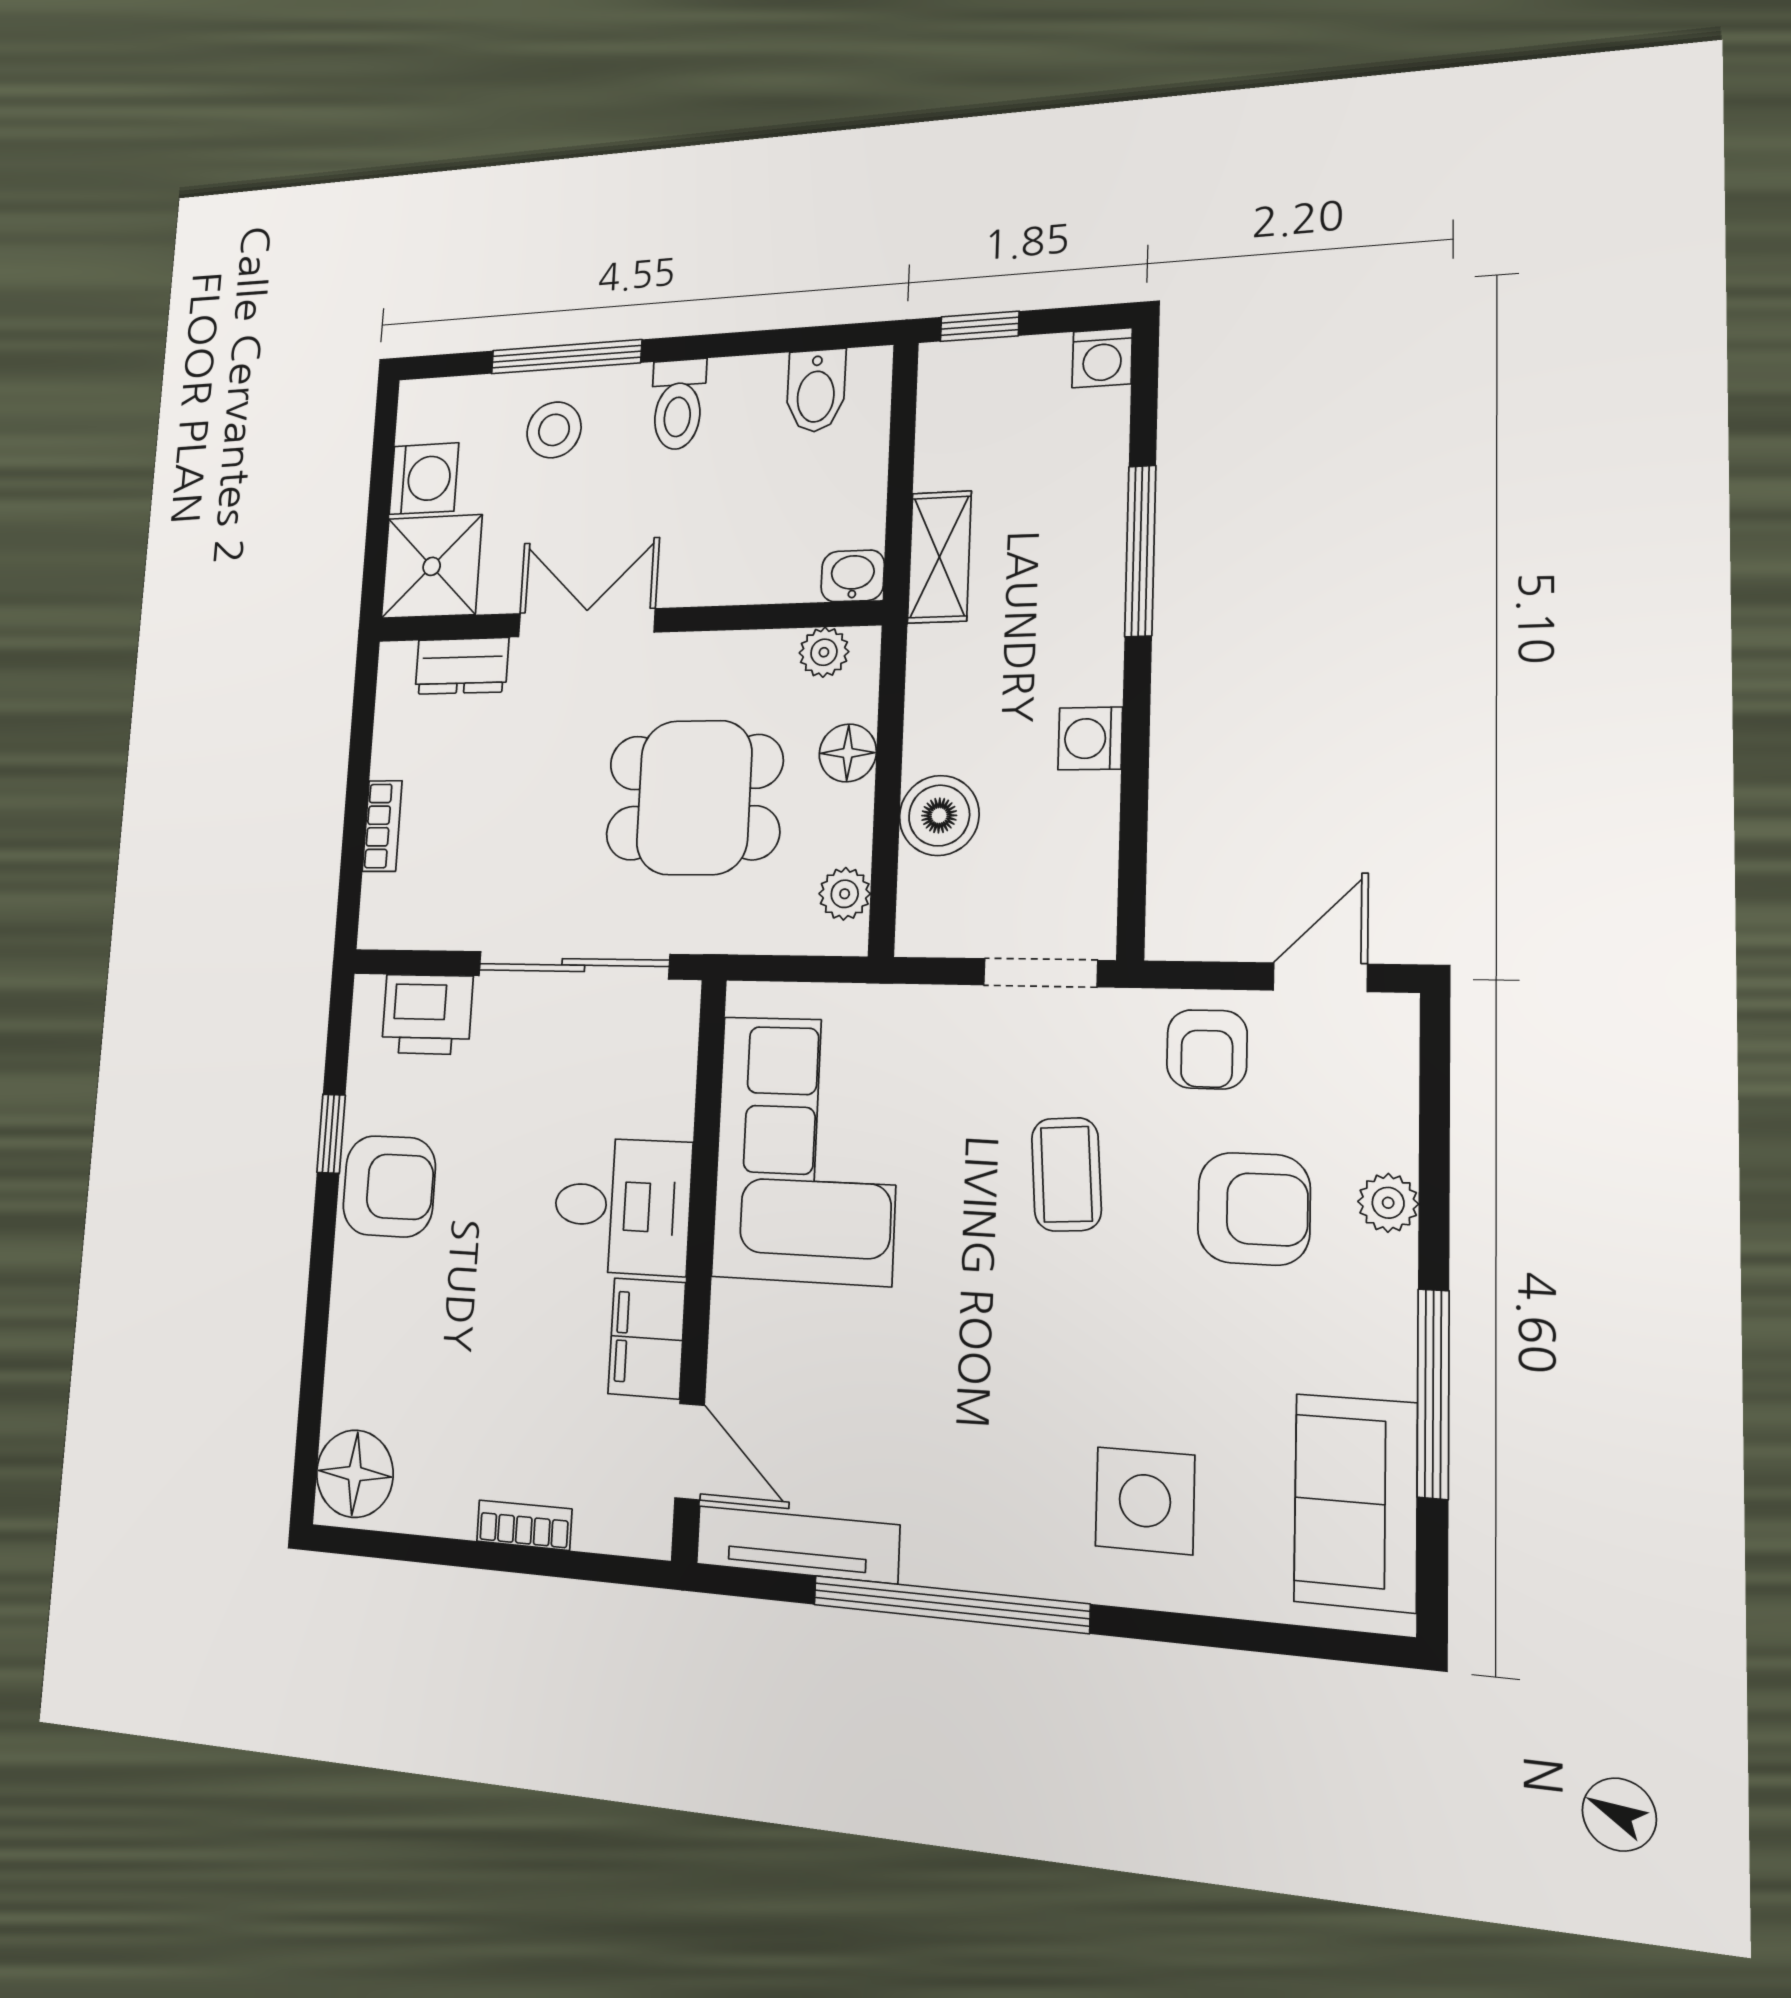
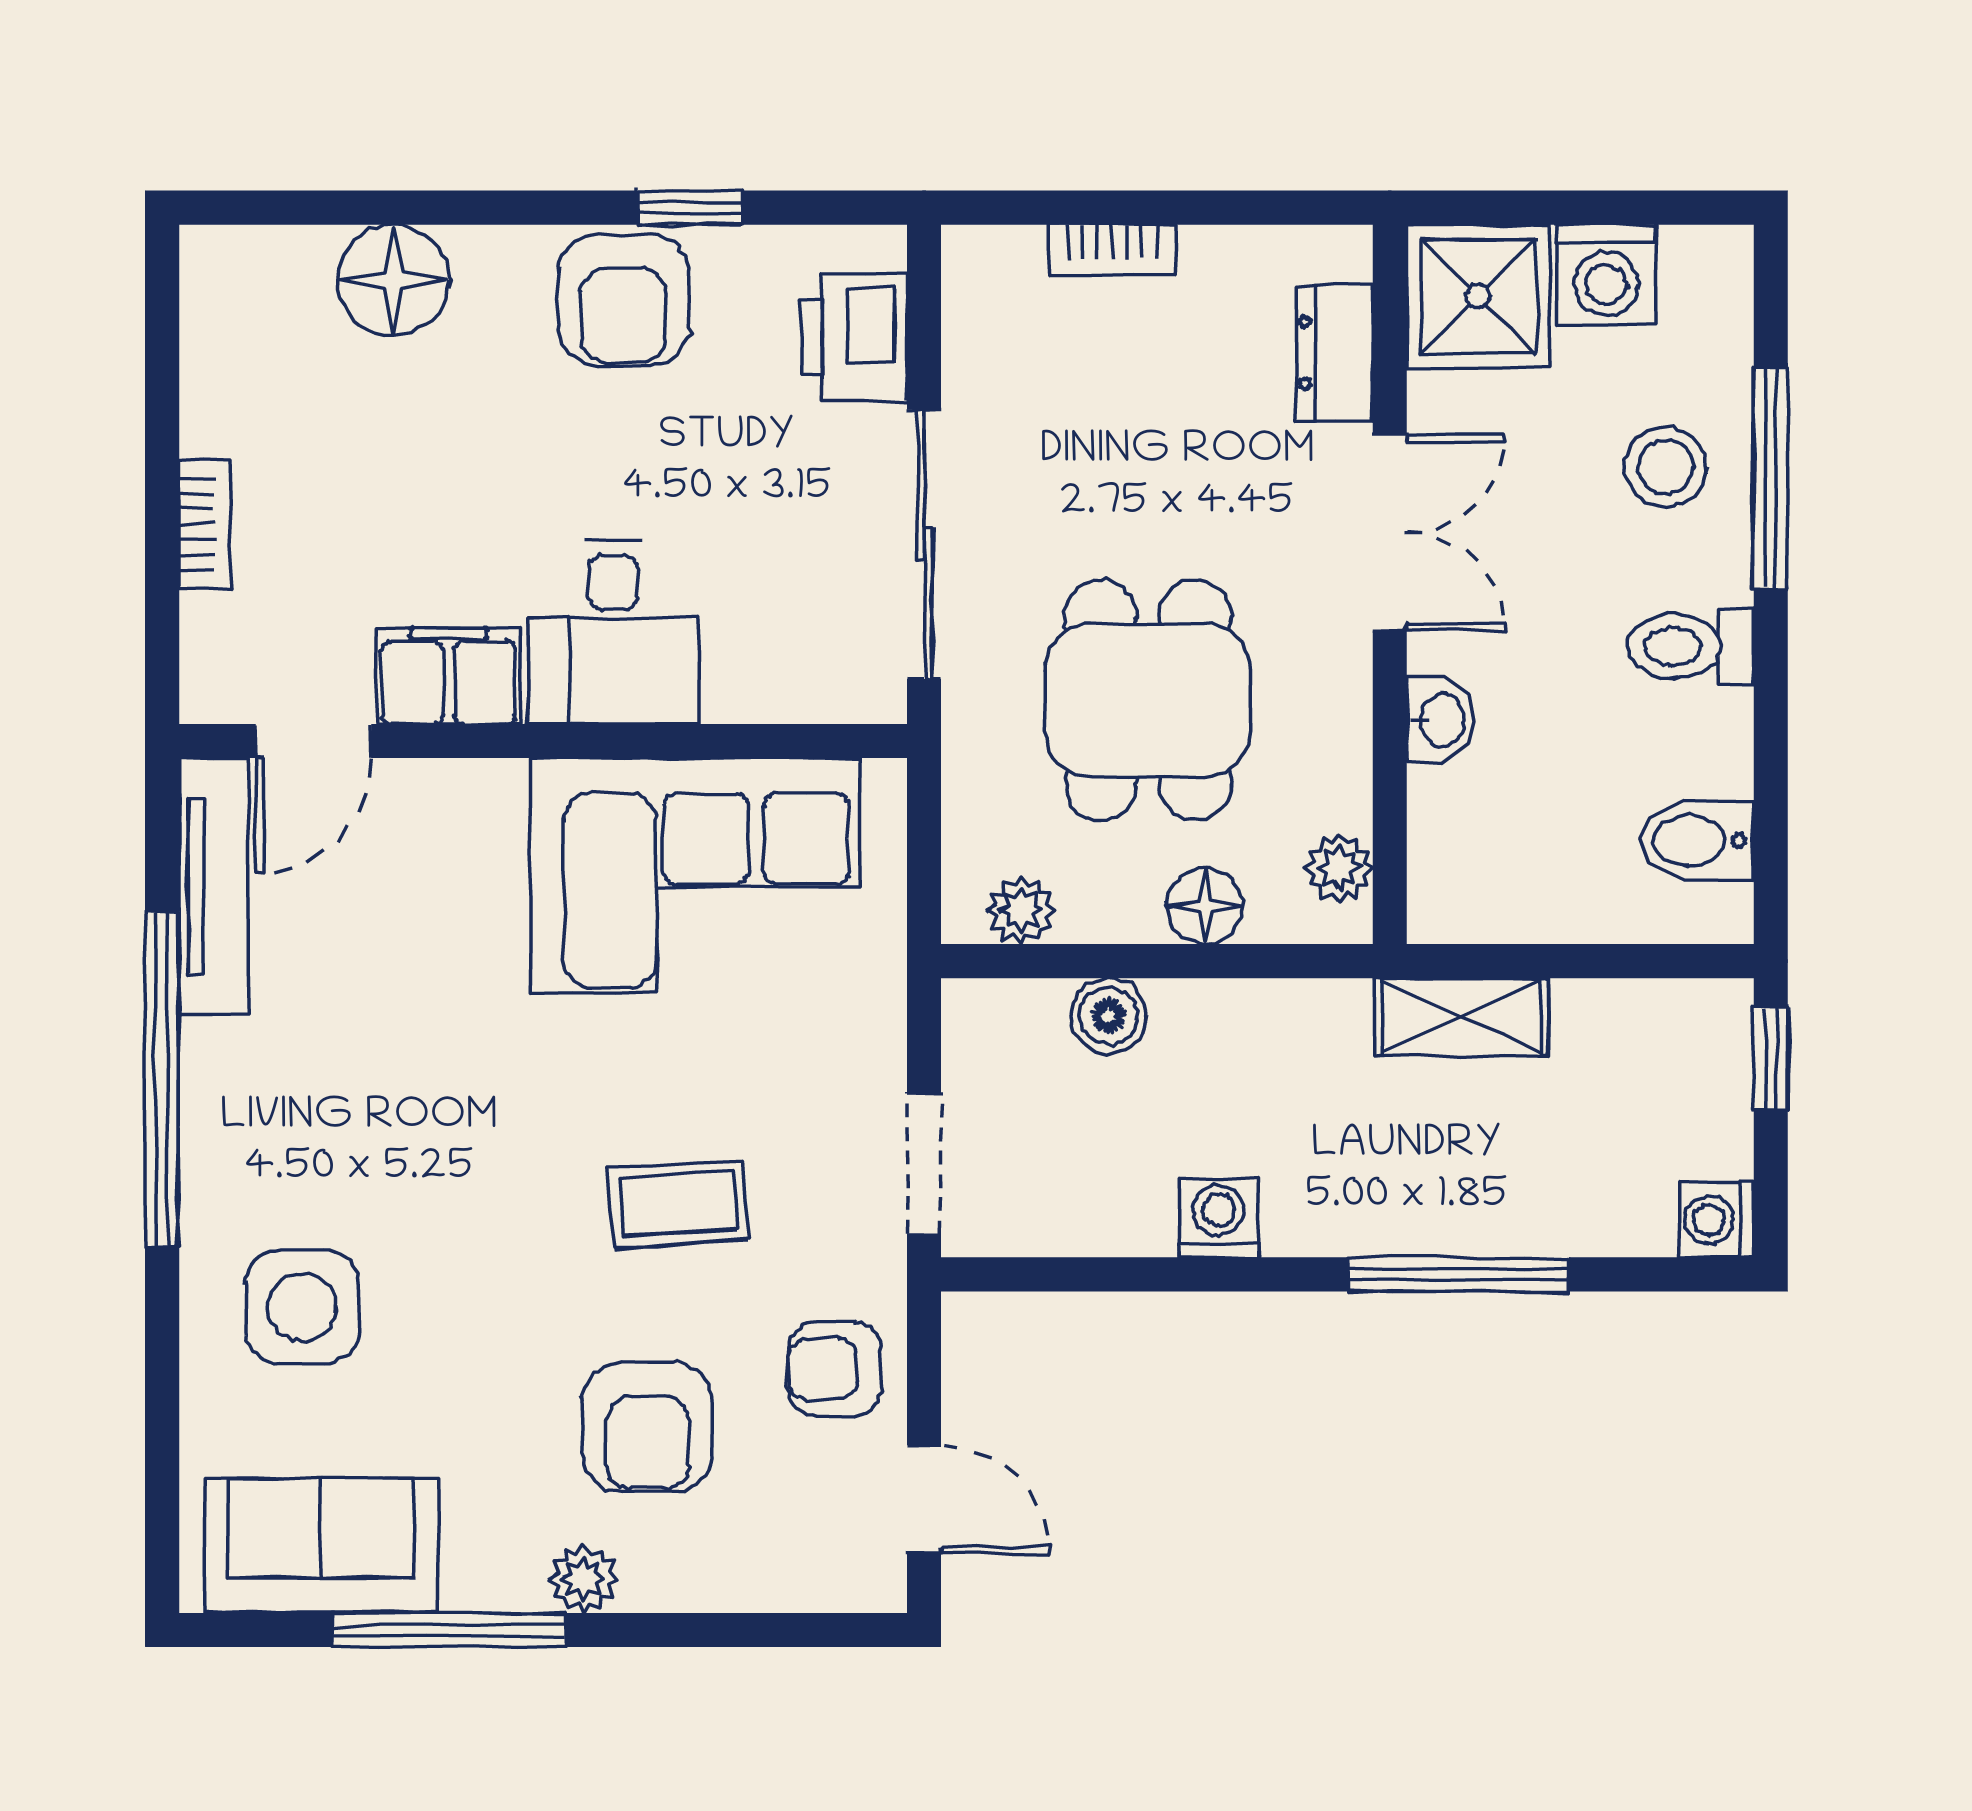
washbasin: (853, 576) -> (1441, 720), moved
boiler: (939, 816) -> (1108, 1016), width x0.73, depth x0.73
plant: (1388, 1203) -> (583, 1579), moved
floor lamp: (355, 1474) -> (393, 280), moved

